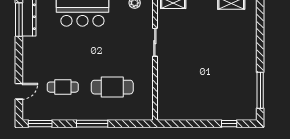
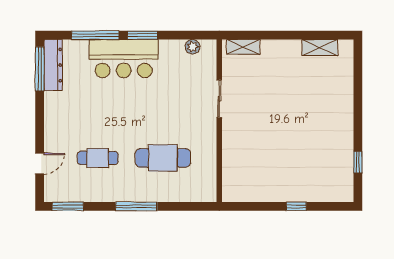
window: (260, 90) -> (358, 162), width x0.46
window: (229, 124) -> (296, 206), moved

